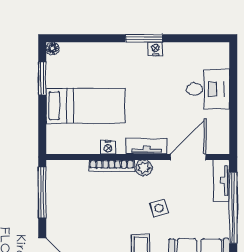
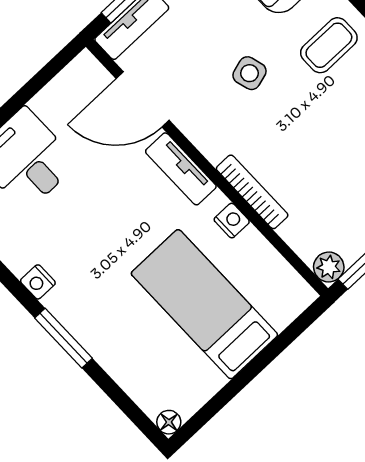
window: (144, 38) -> (63, 338), moved
window: (42, 78) -> (223, 398), removed
plant: (144, 168) -> (329, 267), moved

